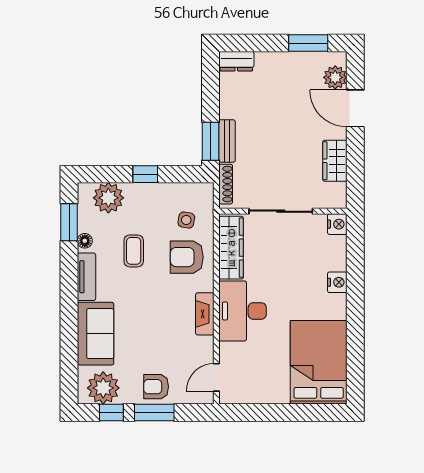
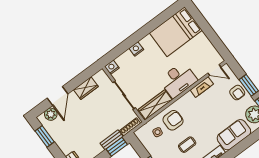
armchair: (187, 257) -> (173, 120), turned -90
fireplace: (205, 314) -> (202, 87), moved

